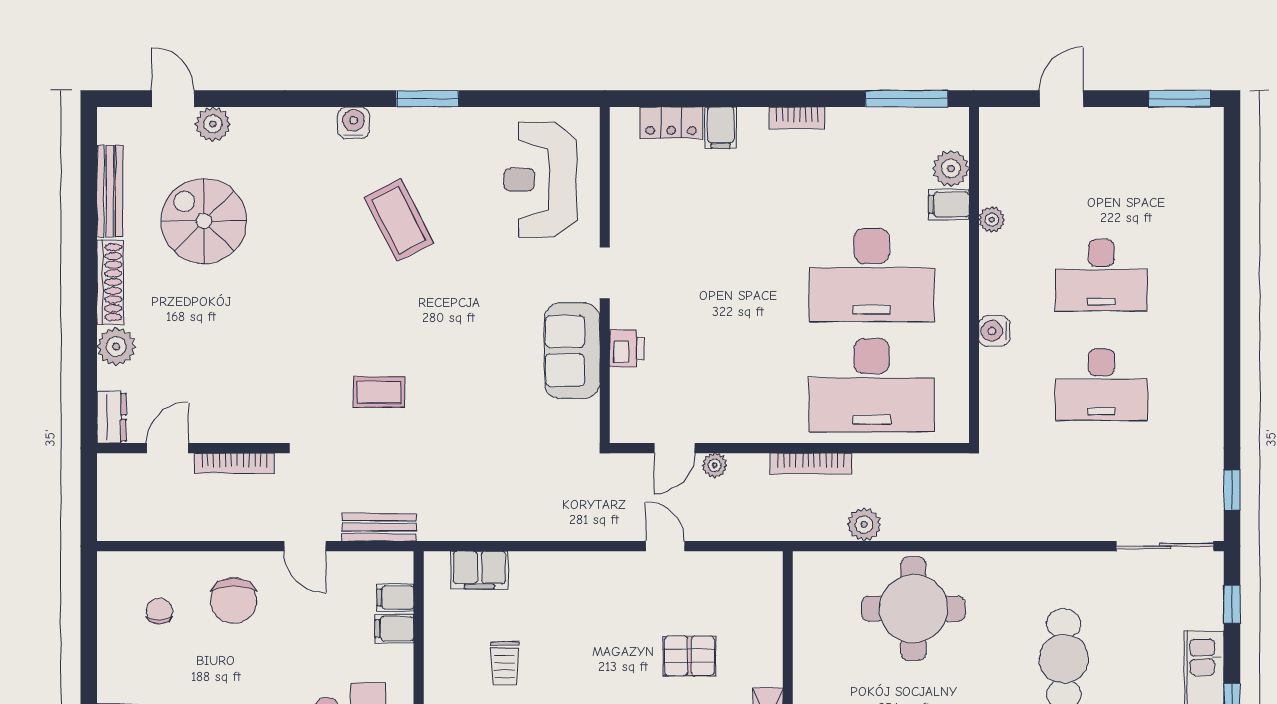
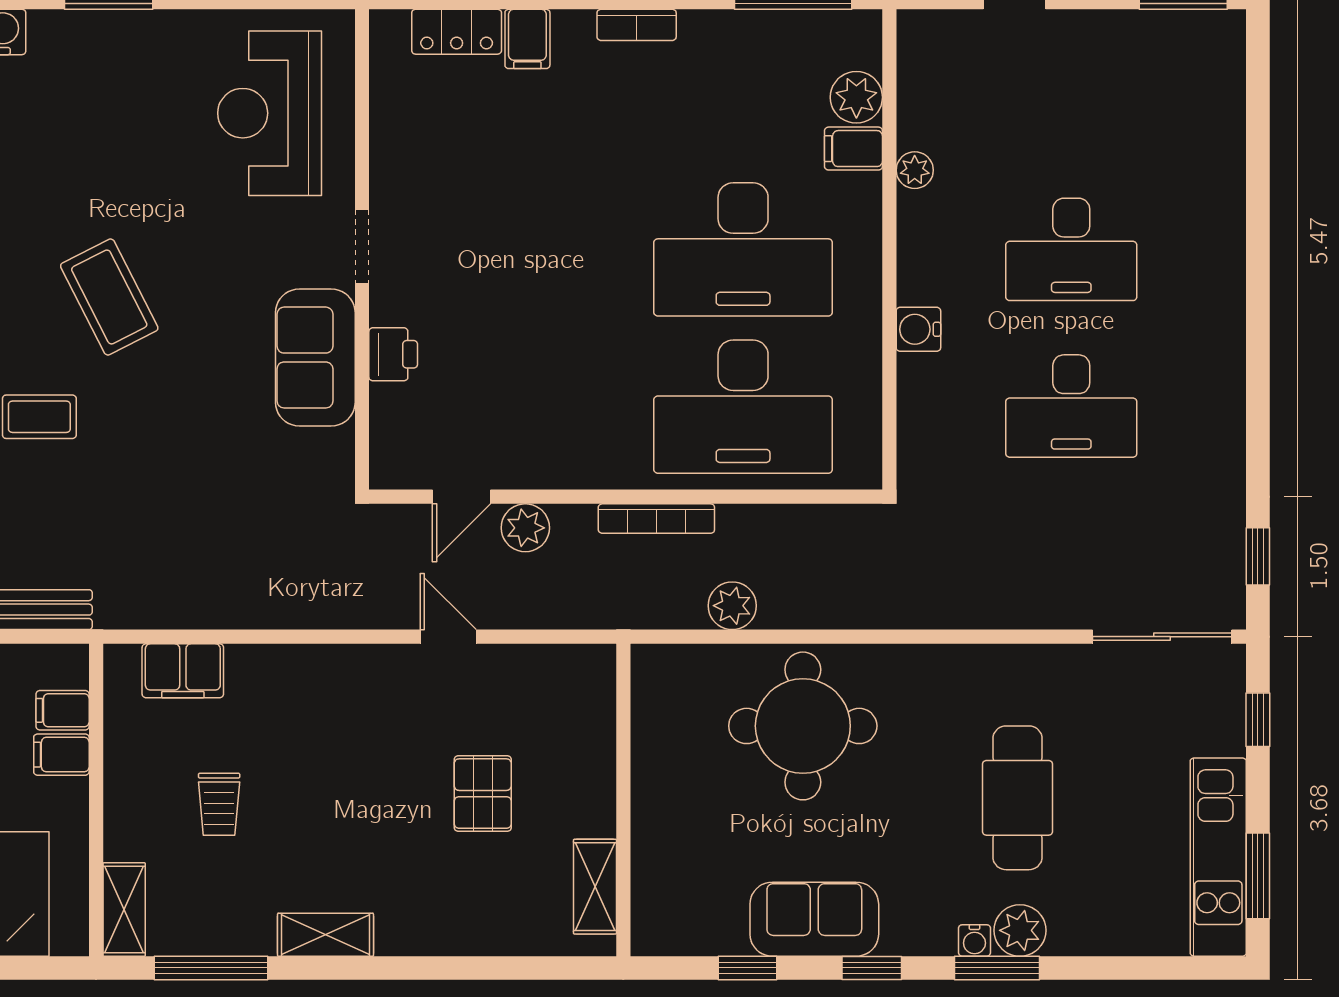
coffee table: (399, 220) -> (109, 297), moved
plant: (715, 465) -> (525, 528), width x1.38, depth x1.38
pallet: (689, 656) -> (483, 794), turned 90

